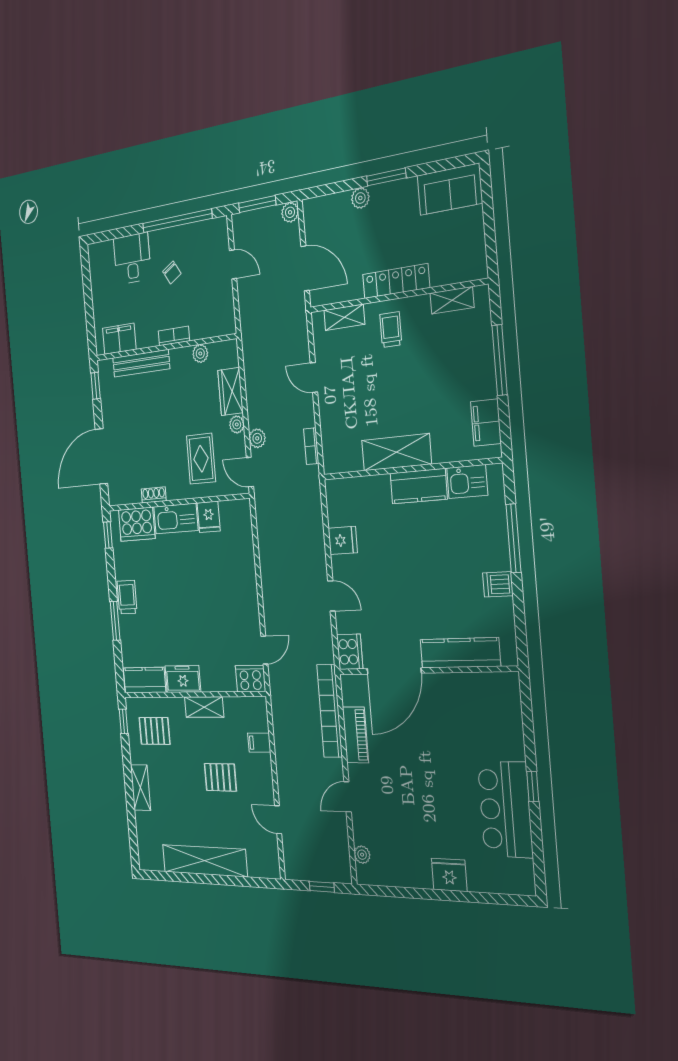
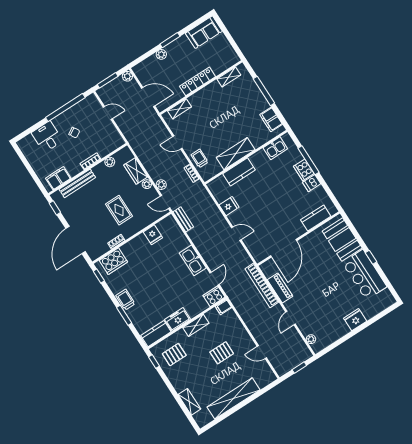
trolley: (391, 330) -> (200, 158), moved
rug: (201, 459) -> (119, 210), moved
kitchen counter: (419, 486) -> (239, 172), moved
kitchen sink: (176, 519) -> (193, 260), moved, turned 90
bench: (263, 519) -> (183, 219), added
cooker: (350, 652) -> (304, 170), moved, turned 180
kitchen counter: (460, 653) -> (316, 218), width x0.67
booth: (499, 721) -> (342, 239), added
filing cabinet: (259, 743) -> (223, 307), moved
shelving: (140, 788) -> (189, 402), moved

